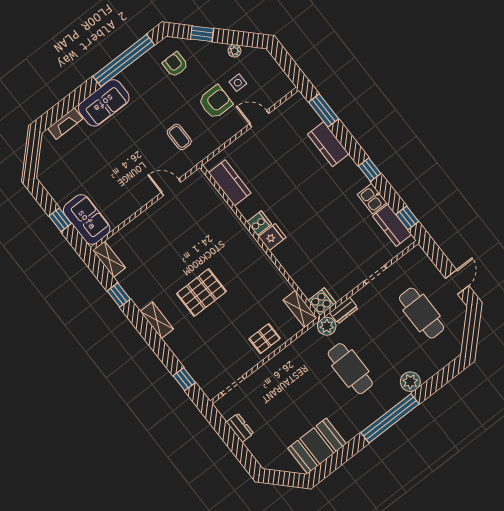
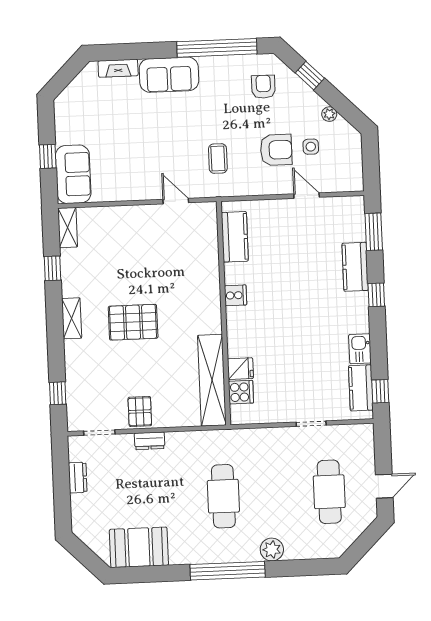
window: (370, 170) -> (376, 295), moved
fridge: (272, 237) -> (240, 369), moved
cooker: (322, 302) -> (241, 392), moved
shelving: (300, 309) -> (212, 380), width x2.20, depth x1.33
dresser: (344, 310) -> (150, 441), moved
plant: (327, 326) -> (230, 440), removed
pallet: (265, 339) -> (140, 412), moved, turned 90

